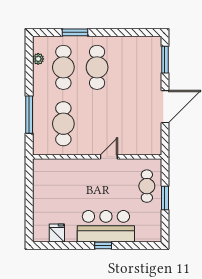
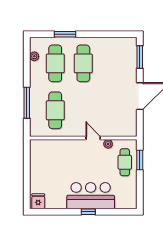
door: (109, 157) -> (93, 138), hinge flipped
plant: (127, 164) -> (108, 144), added
window: (165, 198) -> (140, 160), moved
fridge: (57, 233) -> (38, 201), moved

